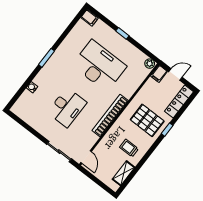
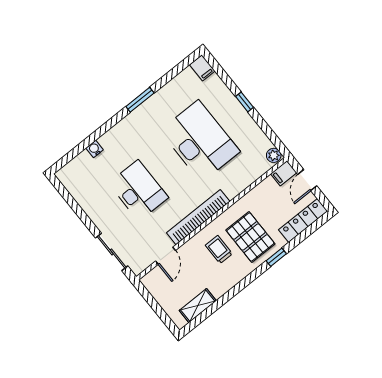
window: (46, 58) -> (140, 100), moved
door: (175, 75) -> (307, 180), swing flipped
desk: (67, 107) -> (138, 190), turned -90
trolley: (129, 148) -> (219, 250), moved
door: (86, 157) -> (166, 256), moved

